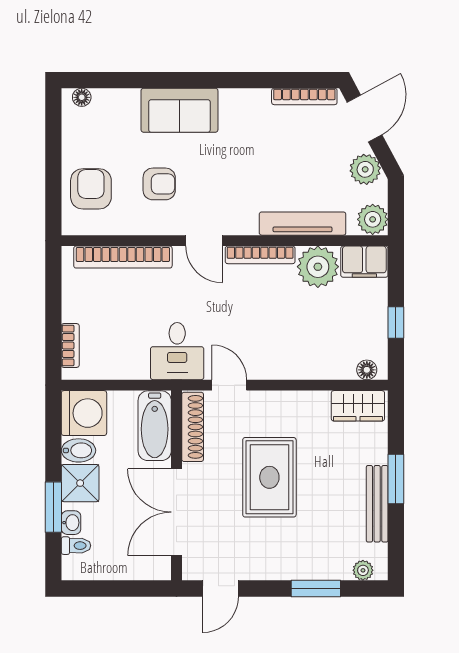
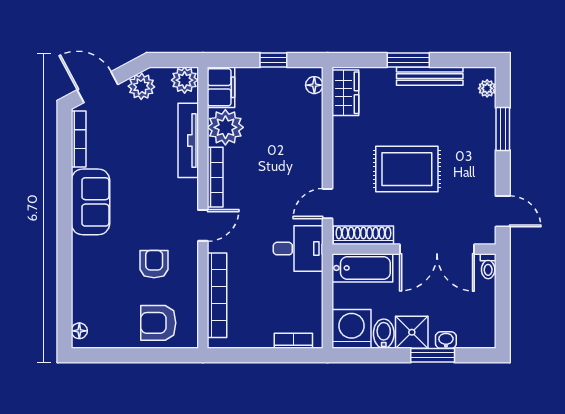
sofa: (179, 110) -> (90, 202), moved
toilet: (76, 546) -> (488, 266), moved, turned 180

